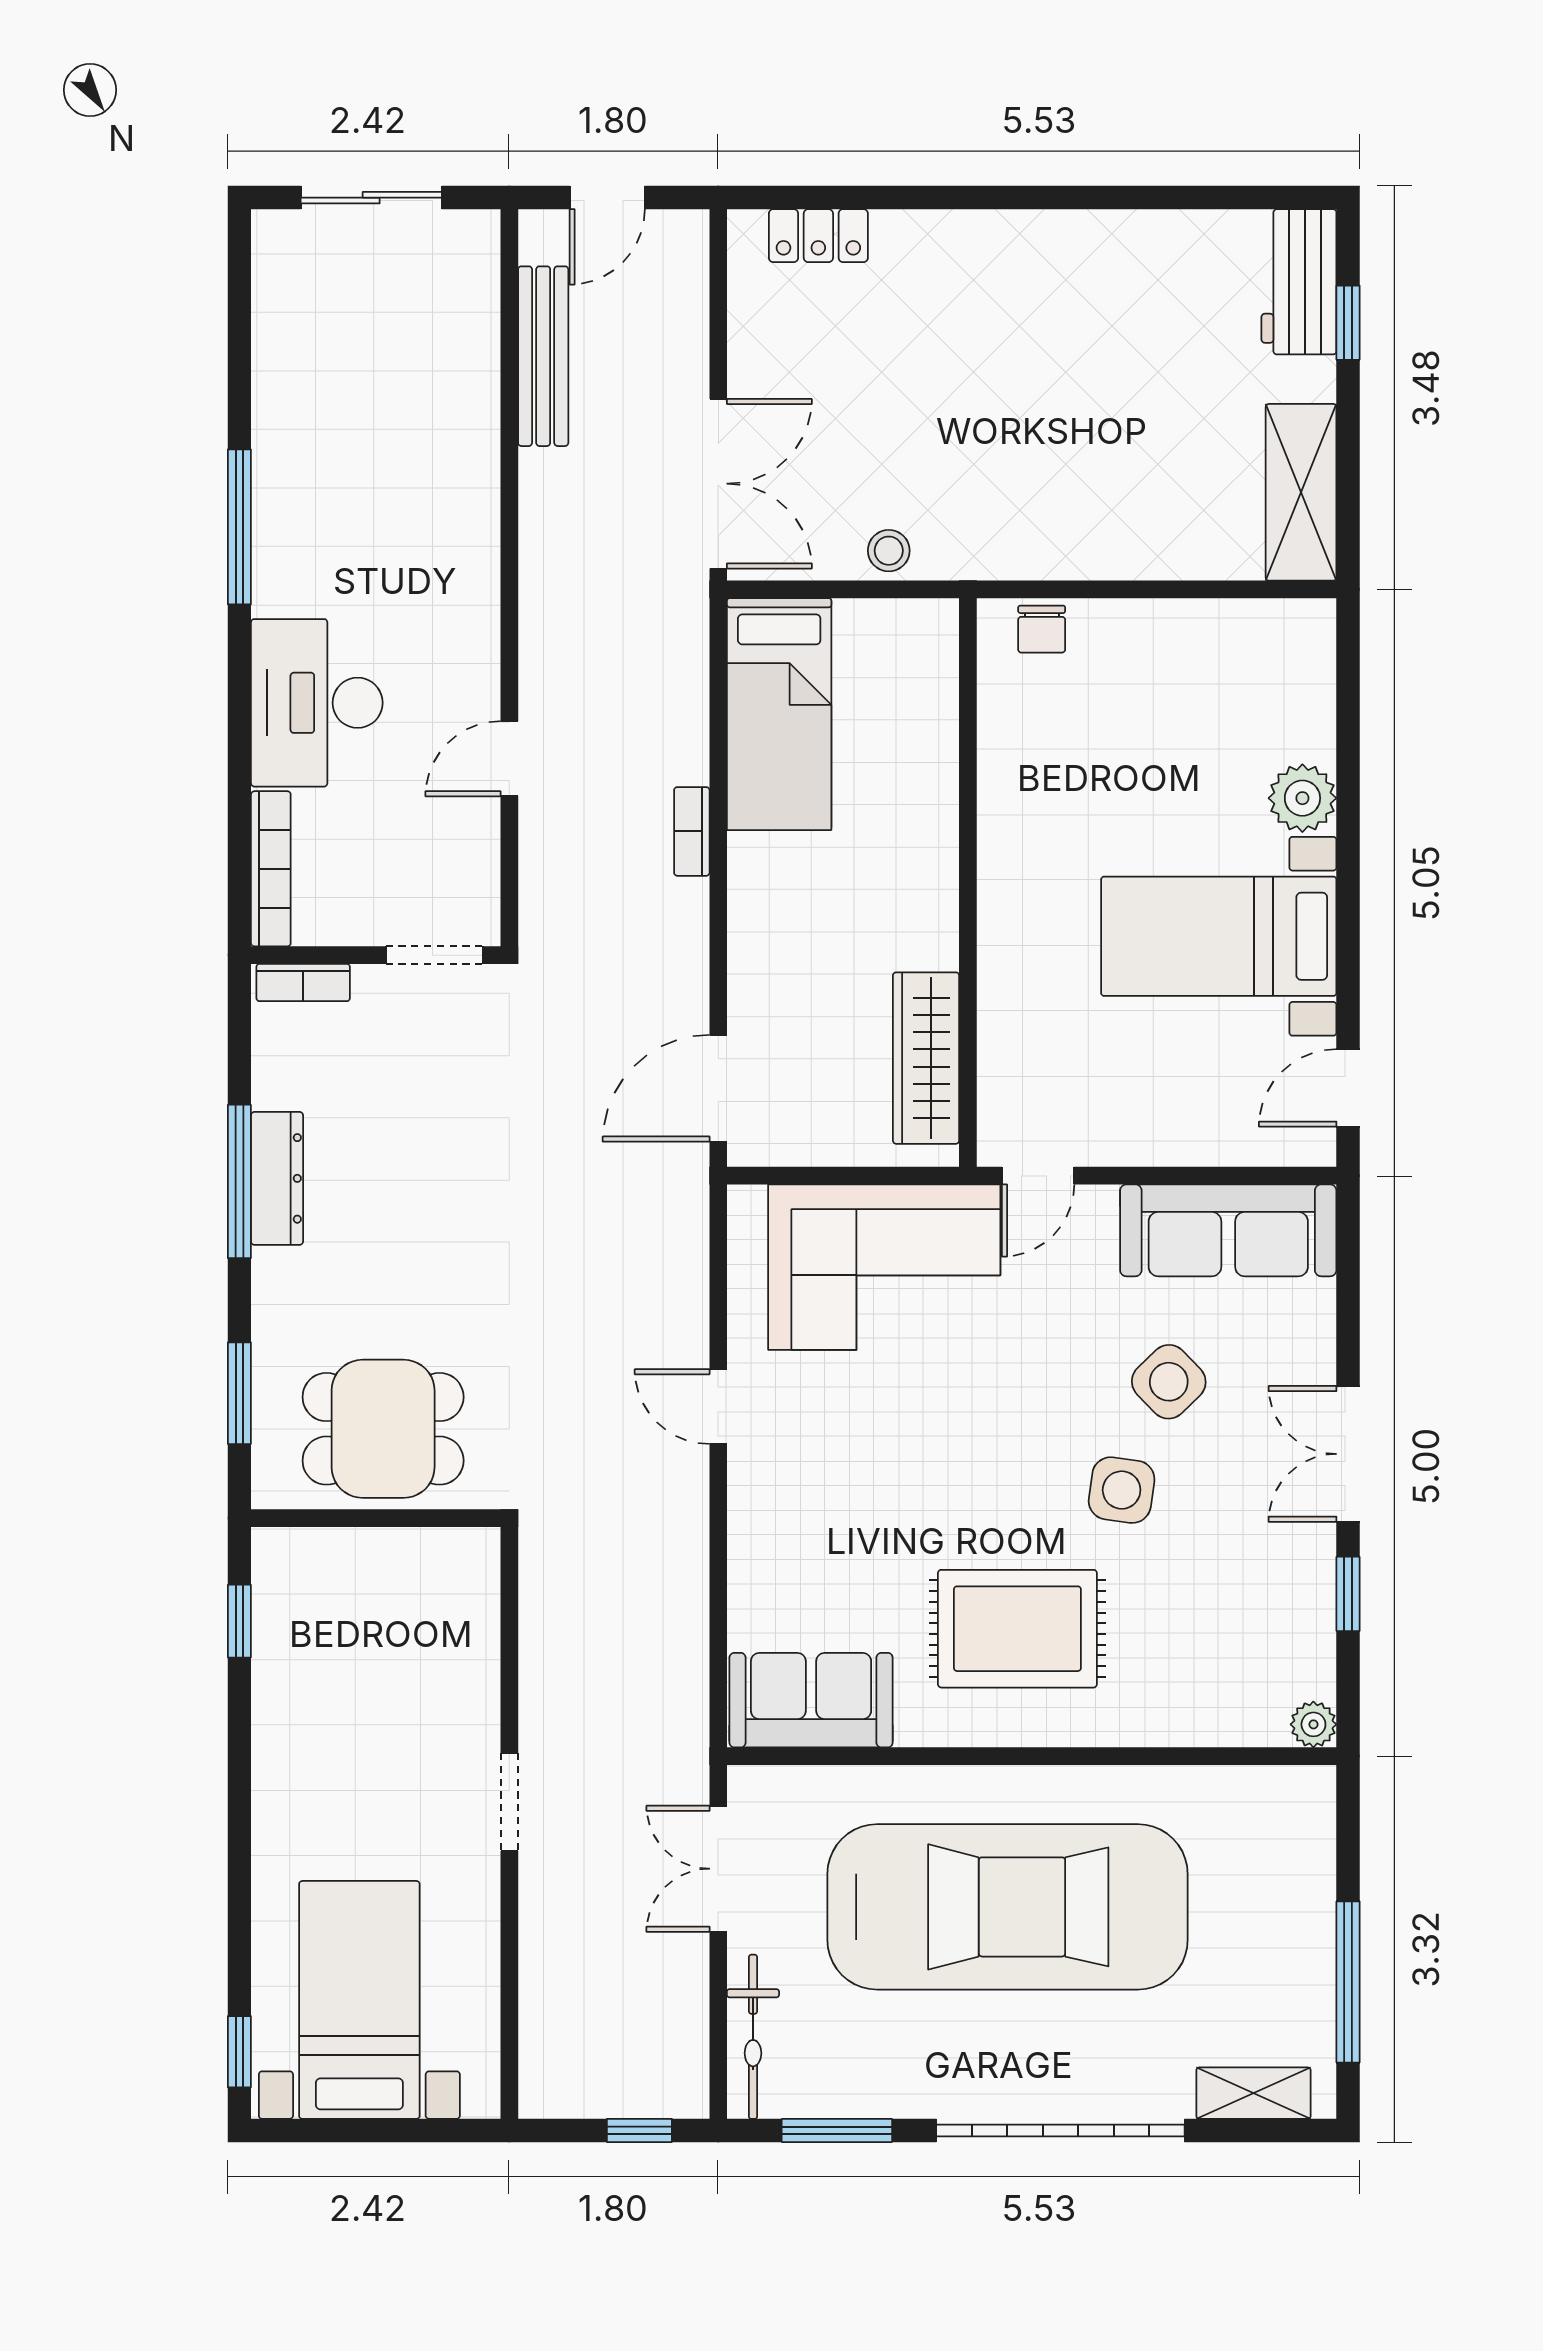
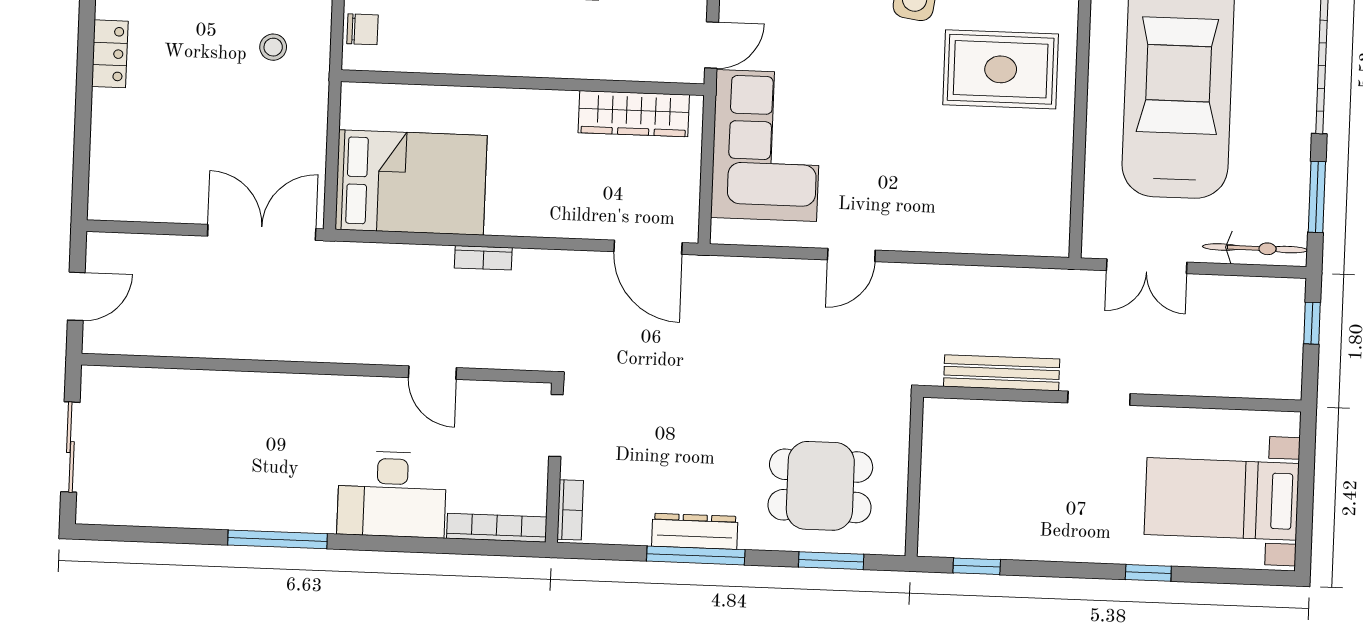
door: (607, 198) -> (76, 296), hinge flipped
locker: (818, 236) -> (110, 54), moved
bench: (543, 356) -> (1002, 373), moved
stool: (889, 551) -> (273, 47), moved
bed: (779, 714) -> (411, 182), width x1.50
door: (1038, 1176) -> (712, 45), hinge flipped
dining table: (383, 1429) -> (820, 486), moved, turned 90
rug: (1017, 1629) -> (1001, 69), turned 90
sofa: (811, 1700) -> (1041, 203), removed
window: (239, 2052) -> (1148, 573), moved

